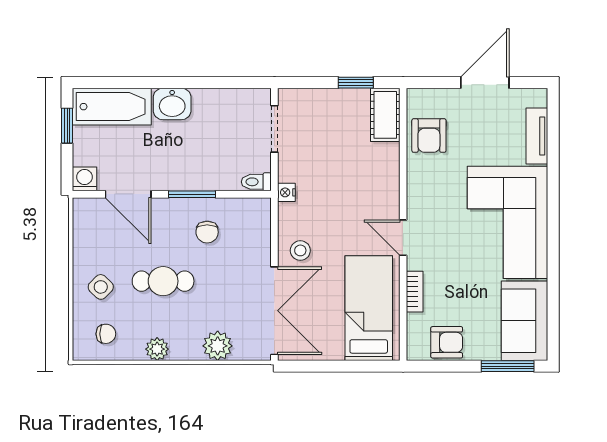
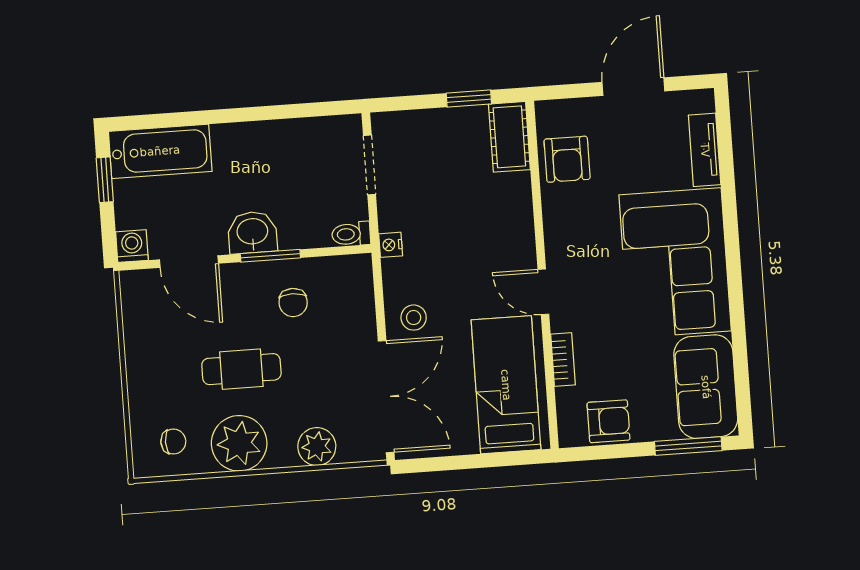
washbasin: (172, 104) -> (252, 232), moved, turned 180
side table: (101, 287) -> (163, 382), removed
plant: (157, 349) -> (239, 443), width x1.87, depth x1.87

